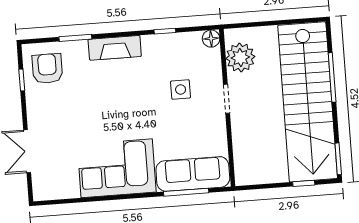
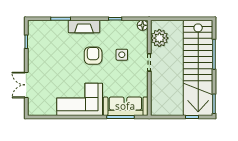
armchair: (47, 69) -> (93, 56), moved

